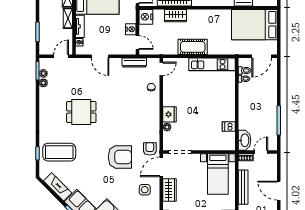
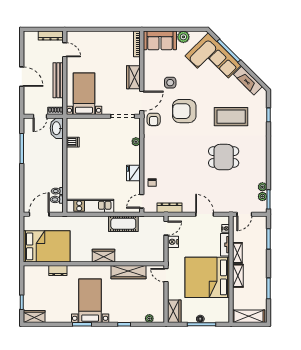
wardrobe: (176, 16) -> (103, 256), moved
nightstand: (146, 17) -> (158, 254), removed
door: (138, 43) -> (166, 228), swing flipped
cot: (193, 47) -> (123, 224), moved
fridge: (170, 114) -> (133, 173), moved
coffee table: (59, 152) -> (231, 117), moved
side table: (145, 190) -> (170, 83), moved

